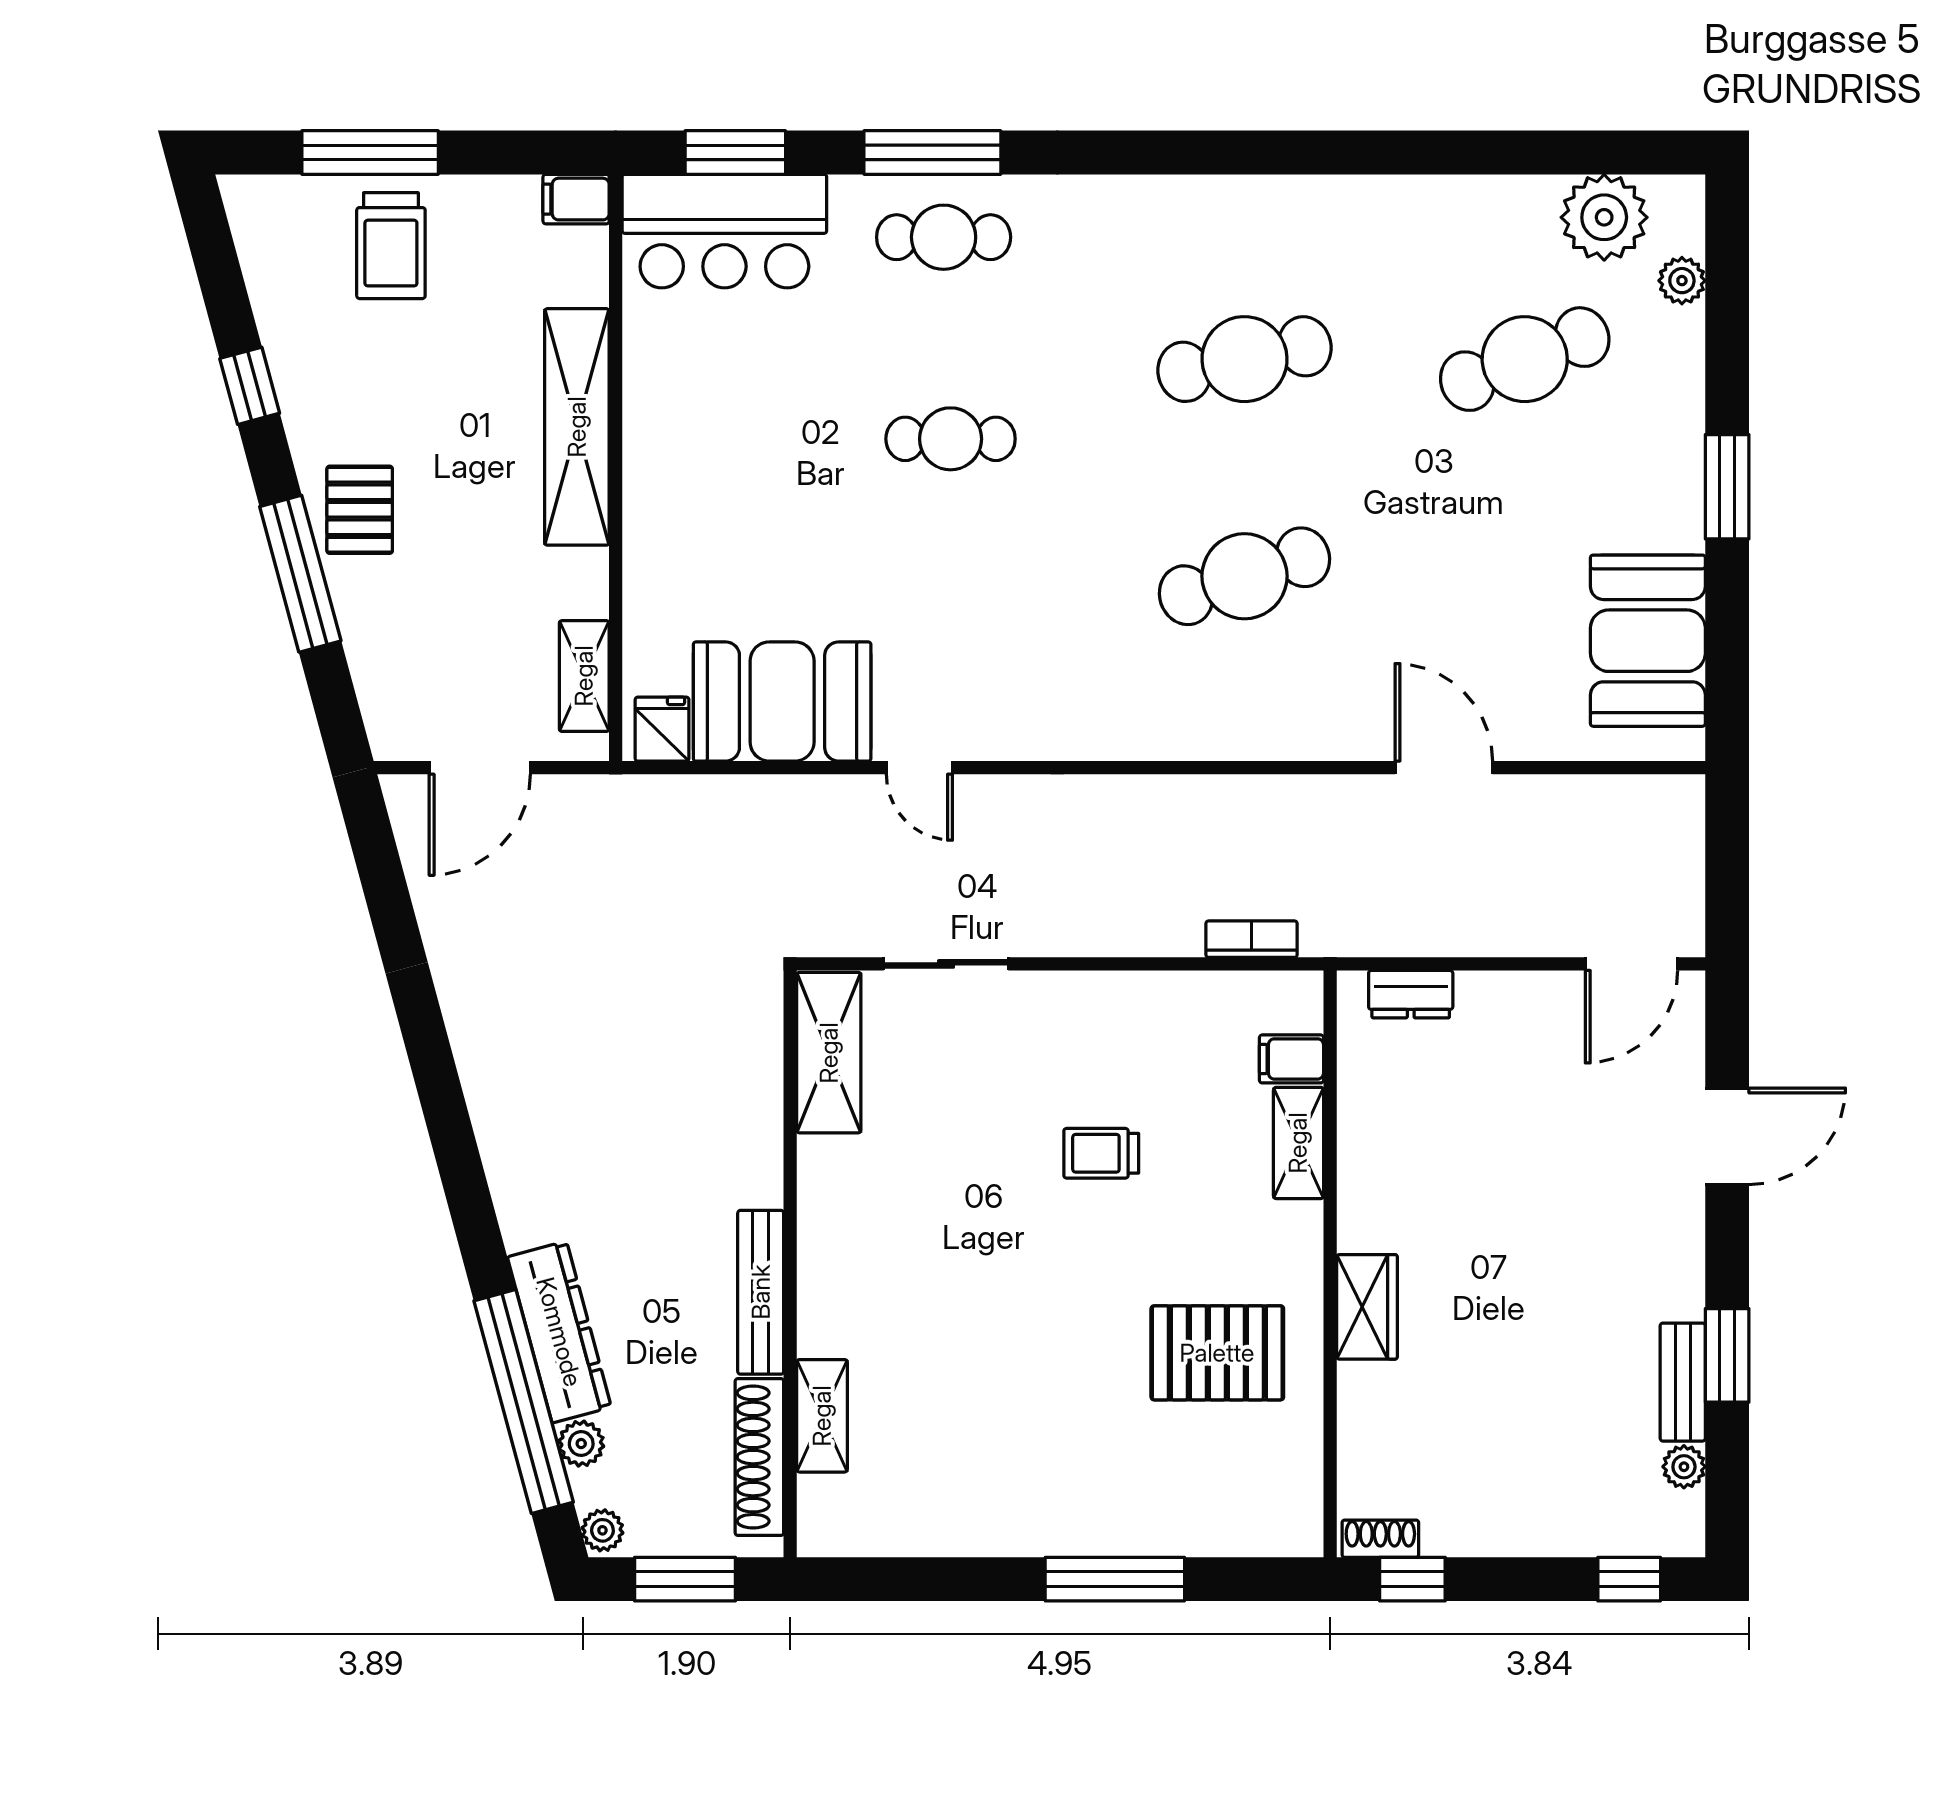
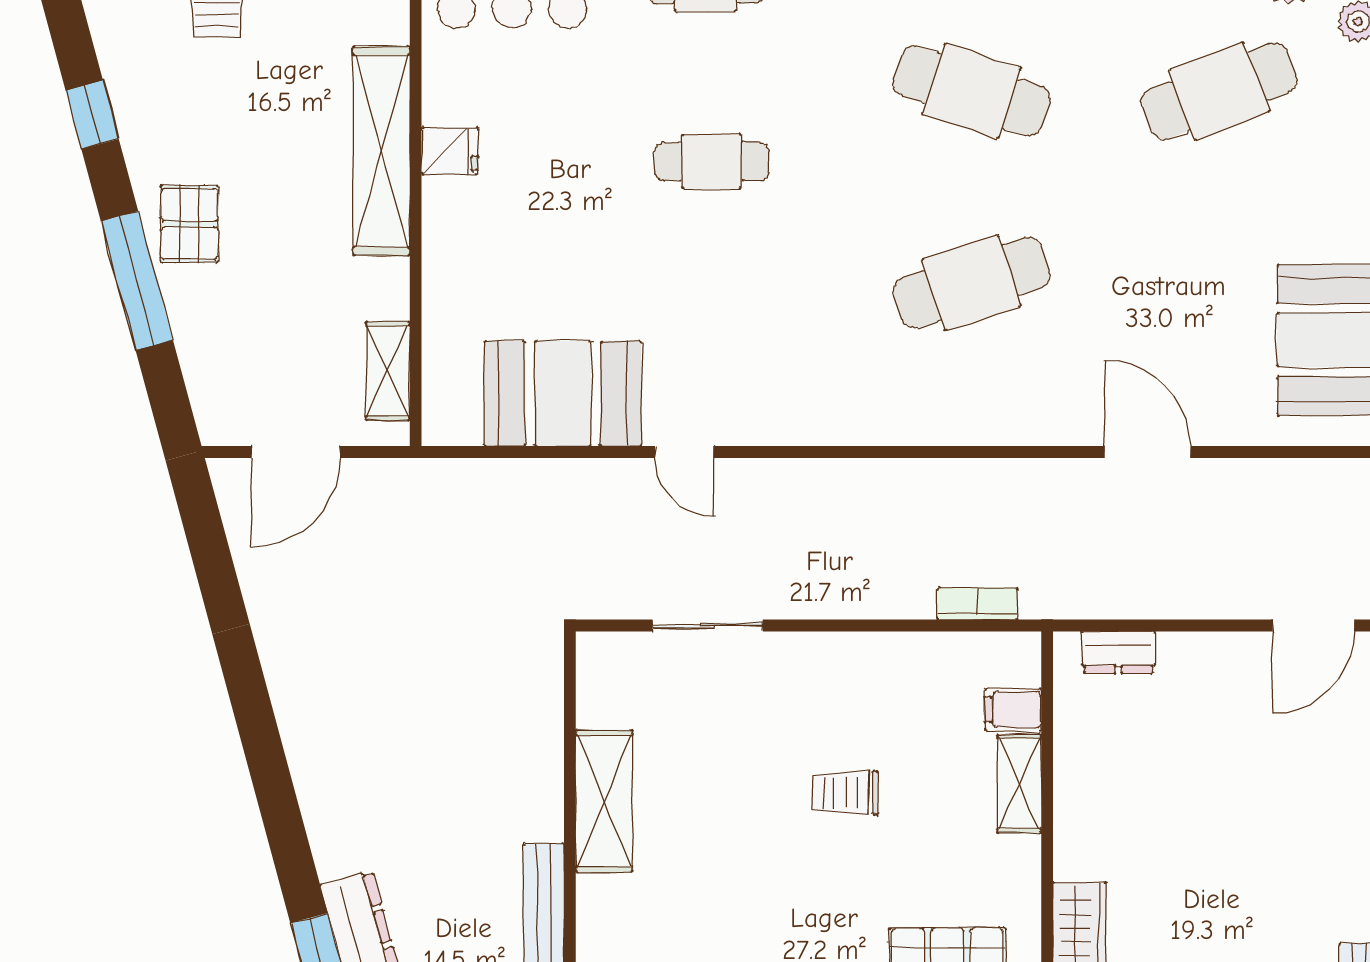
cafe table: (1244, 359) -> (971, 91), turned 30
fridge: (662, 729) -> (450, 151), moved, turned 90
shelving: (829, 1053) -> (604, 801), moved

